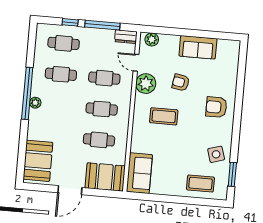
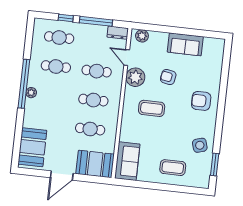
coffee table: (200, 183) -> (173, 168), moved

